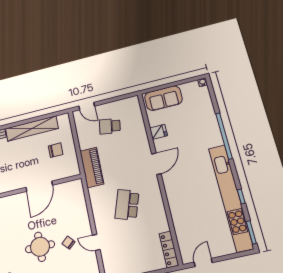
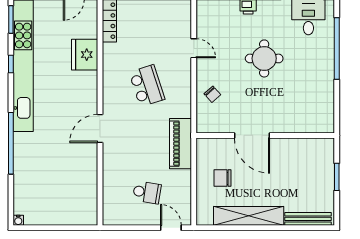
sofa: (163, 98) -> (72, 212), removed
fridge: (158, 132) -> (85, 55), moved, width x1.88, depth x1.34
door: (39, 186) -> (252, 135), swing flipped
school desk: (127, 205) -> (147, 86), turned -36
chair: (69, 243) -> (212, 94), moved

